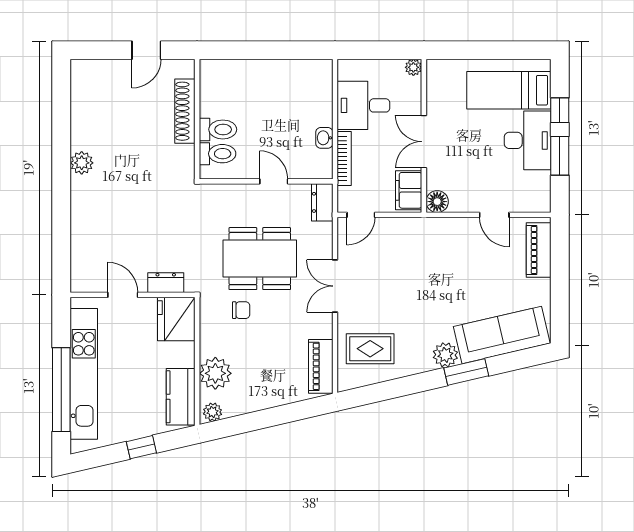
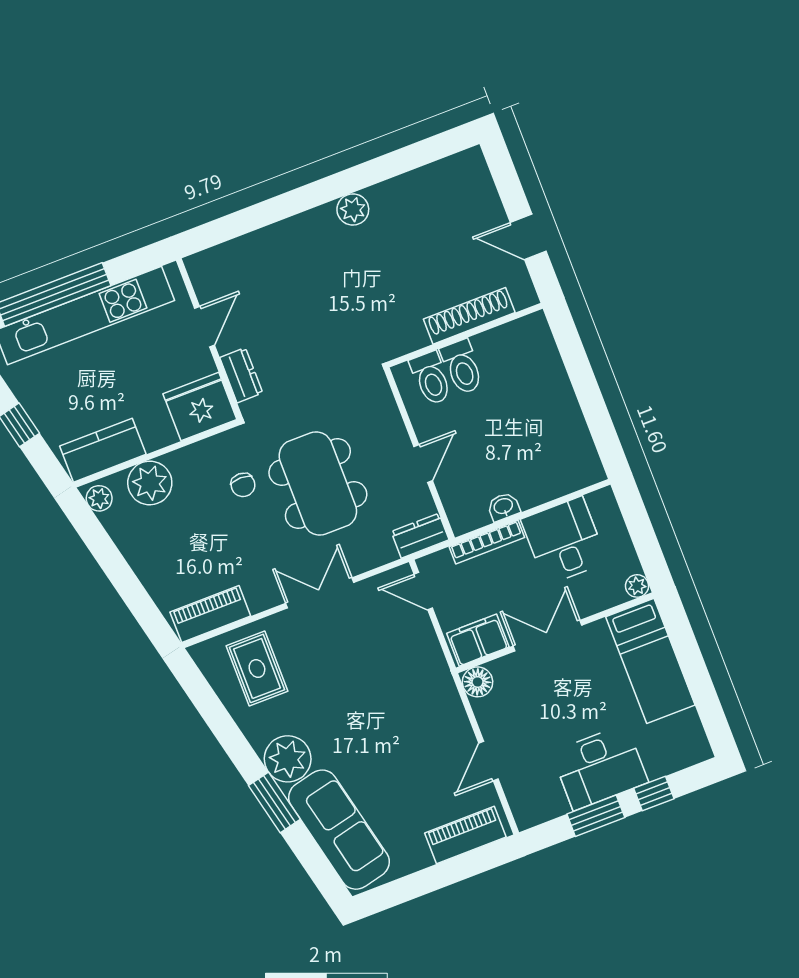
bed: (509, 90) -> (650, 661), moved, turned 180
plant: (445, 355) -> (288, 759), width x1.36, depth x1.36

